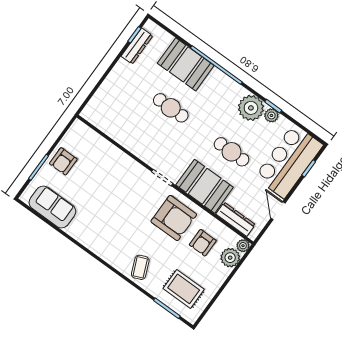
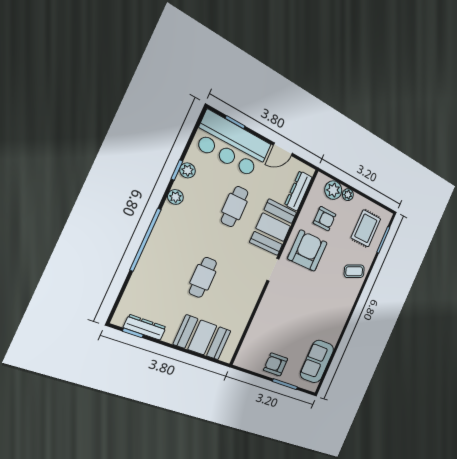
booth: (186, 64) -> (202, 337), moved, turned 90
plant: (251, 108) -> (175, 197), width x0.53, depth x0.53
armchair: (63, 161) -> (276, 364), turned 180
plant: (243, 246) -> (348, 195), moved

